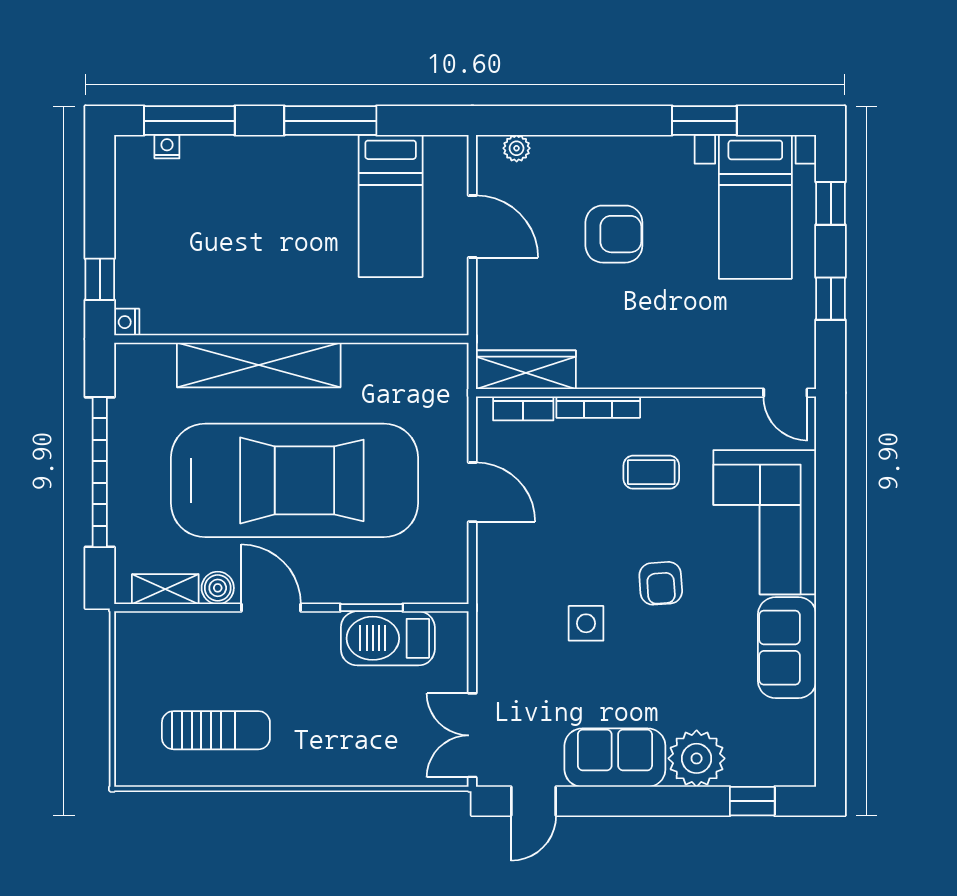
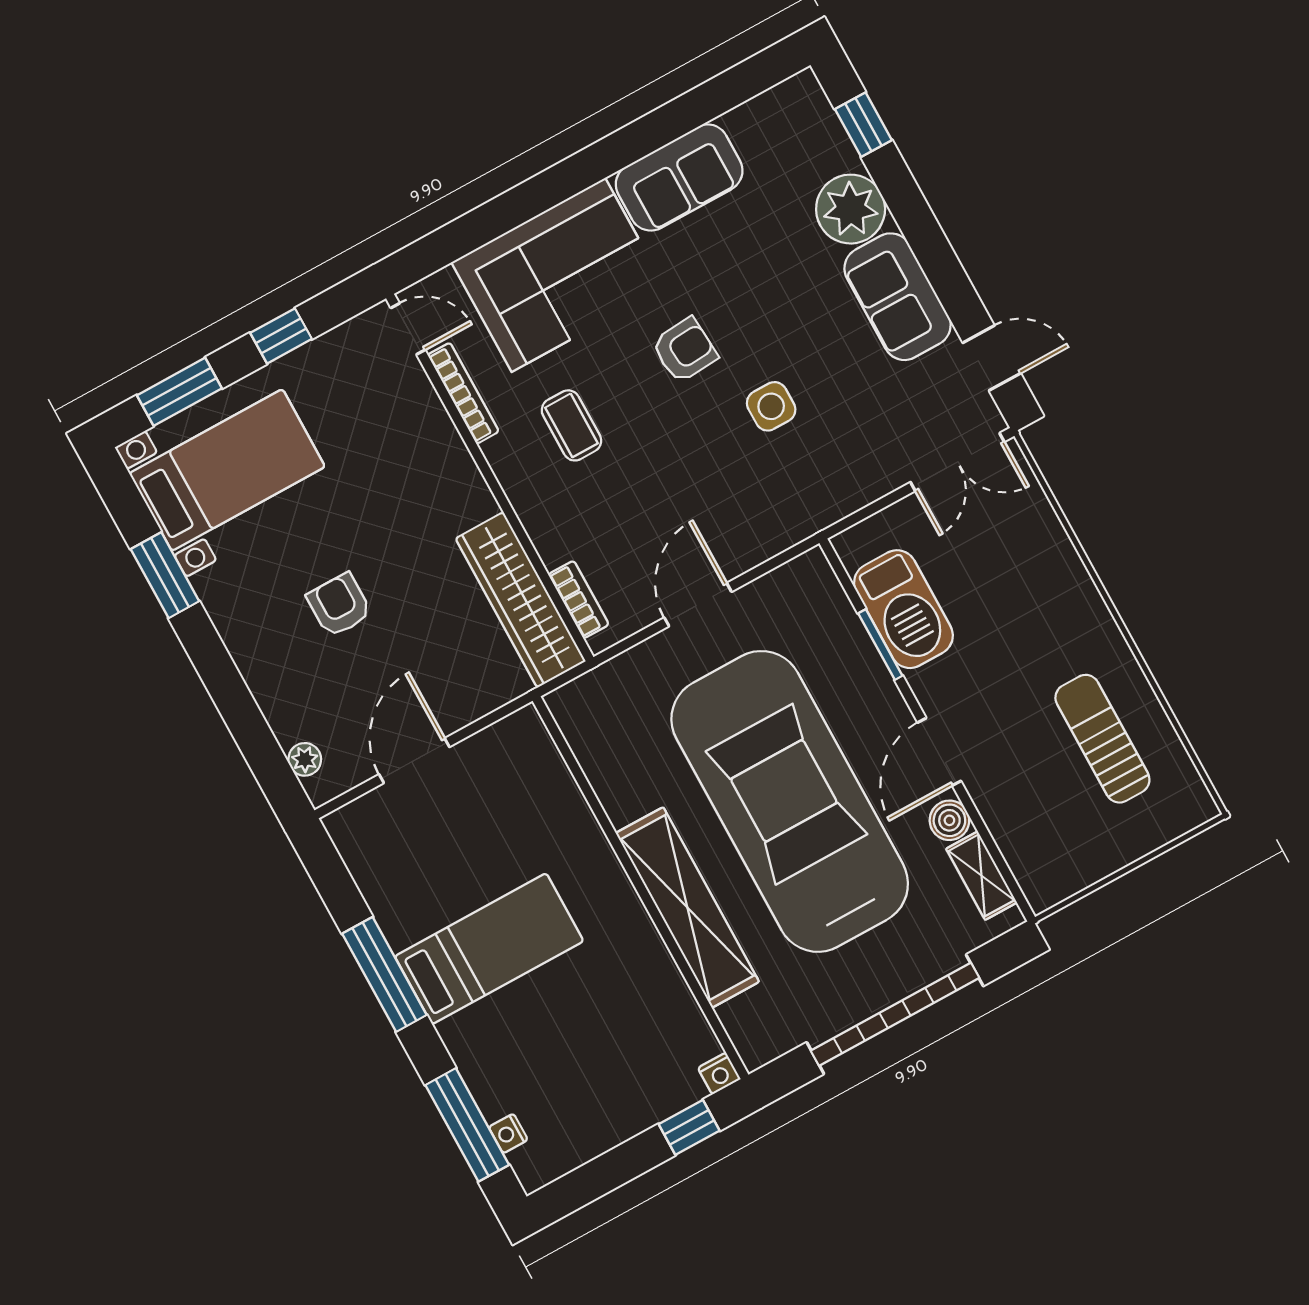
window: (831, 203) -> (179, 392), width x1.50
bed: (391, 206) -> (489, 949), moved
armchair: (614, 234) -> (339, 605), width x0.72, depth x0.72
wardrobe: (526, 370) -> (520, 600), width x1.40, depth x1.17
door: (785, 393) -> (408, 329), hinge flipped
bookcase: (598, 407) -> (463, 393), moved

